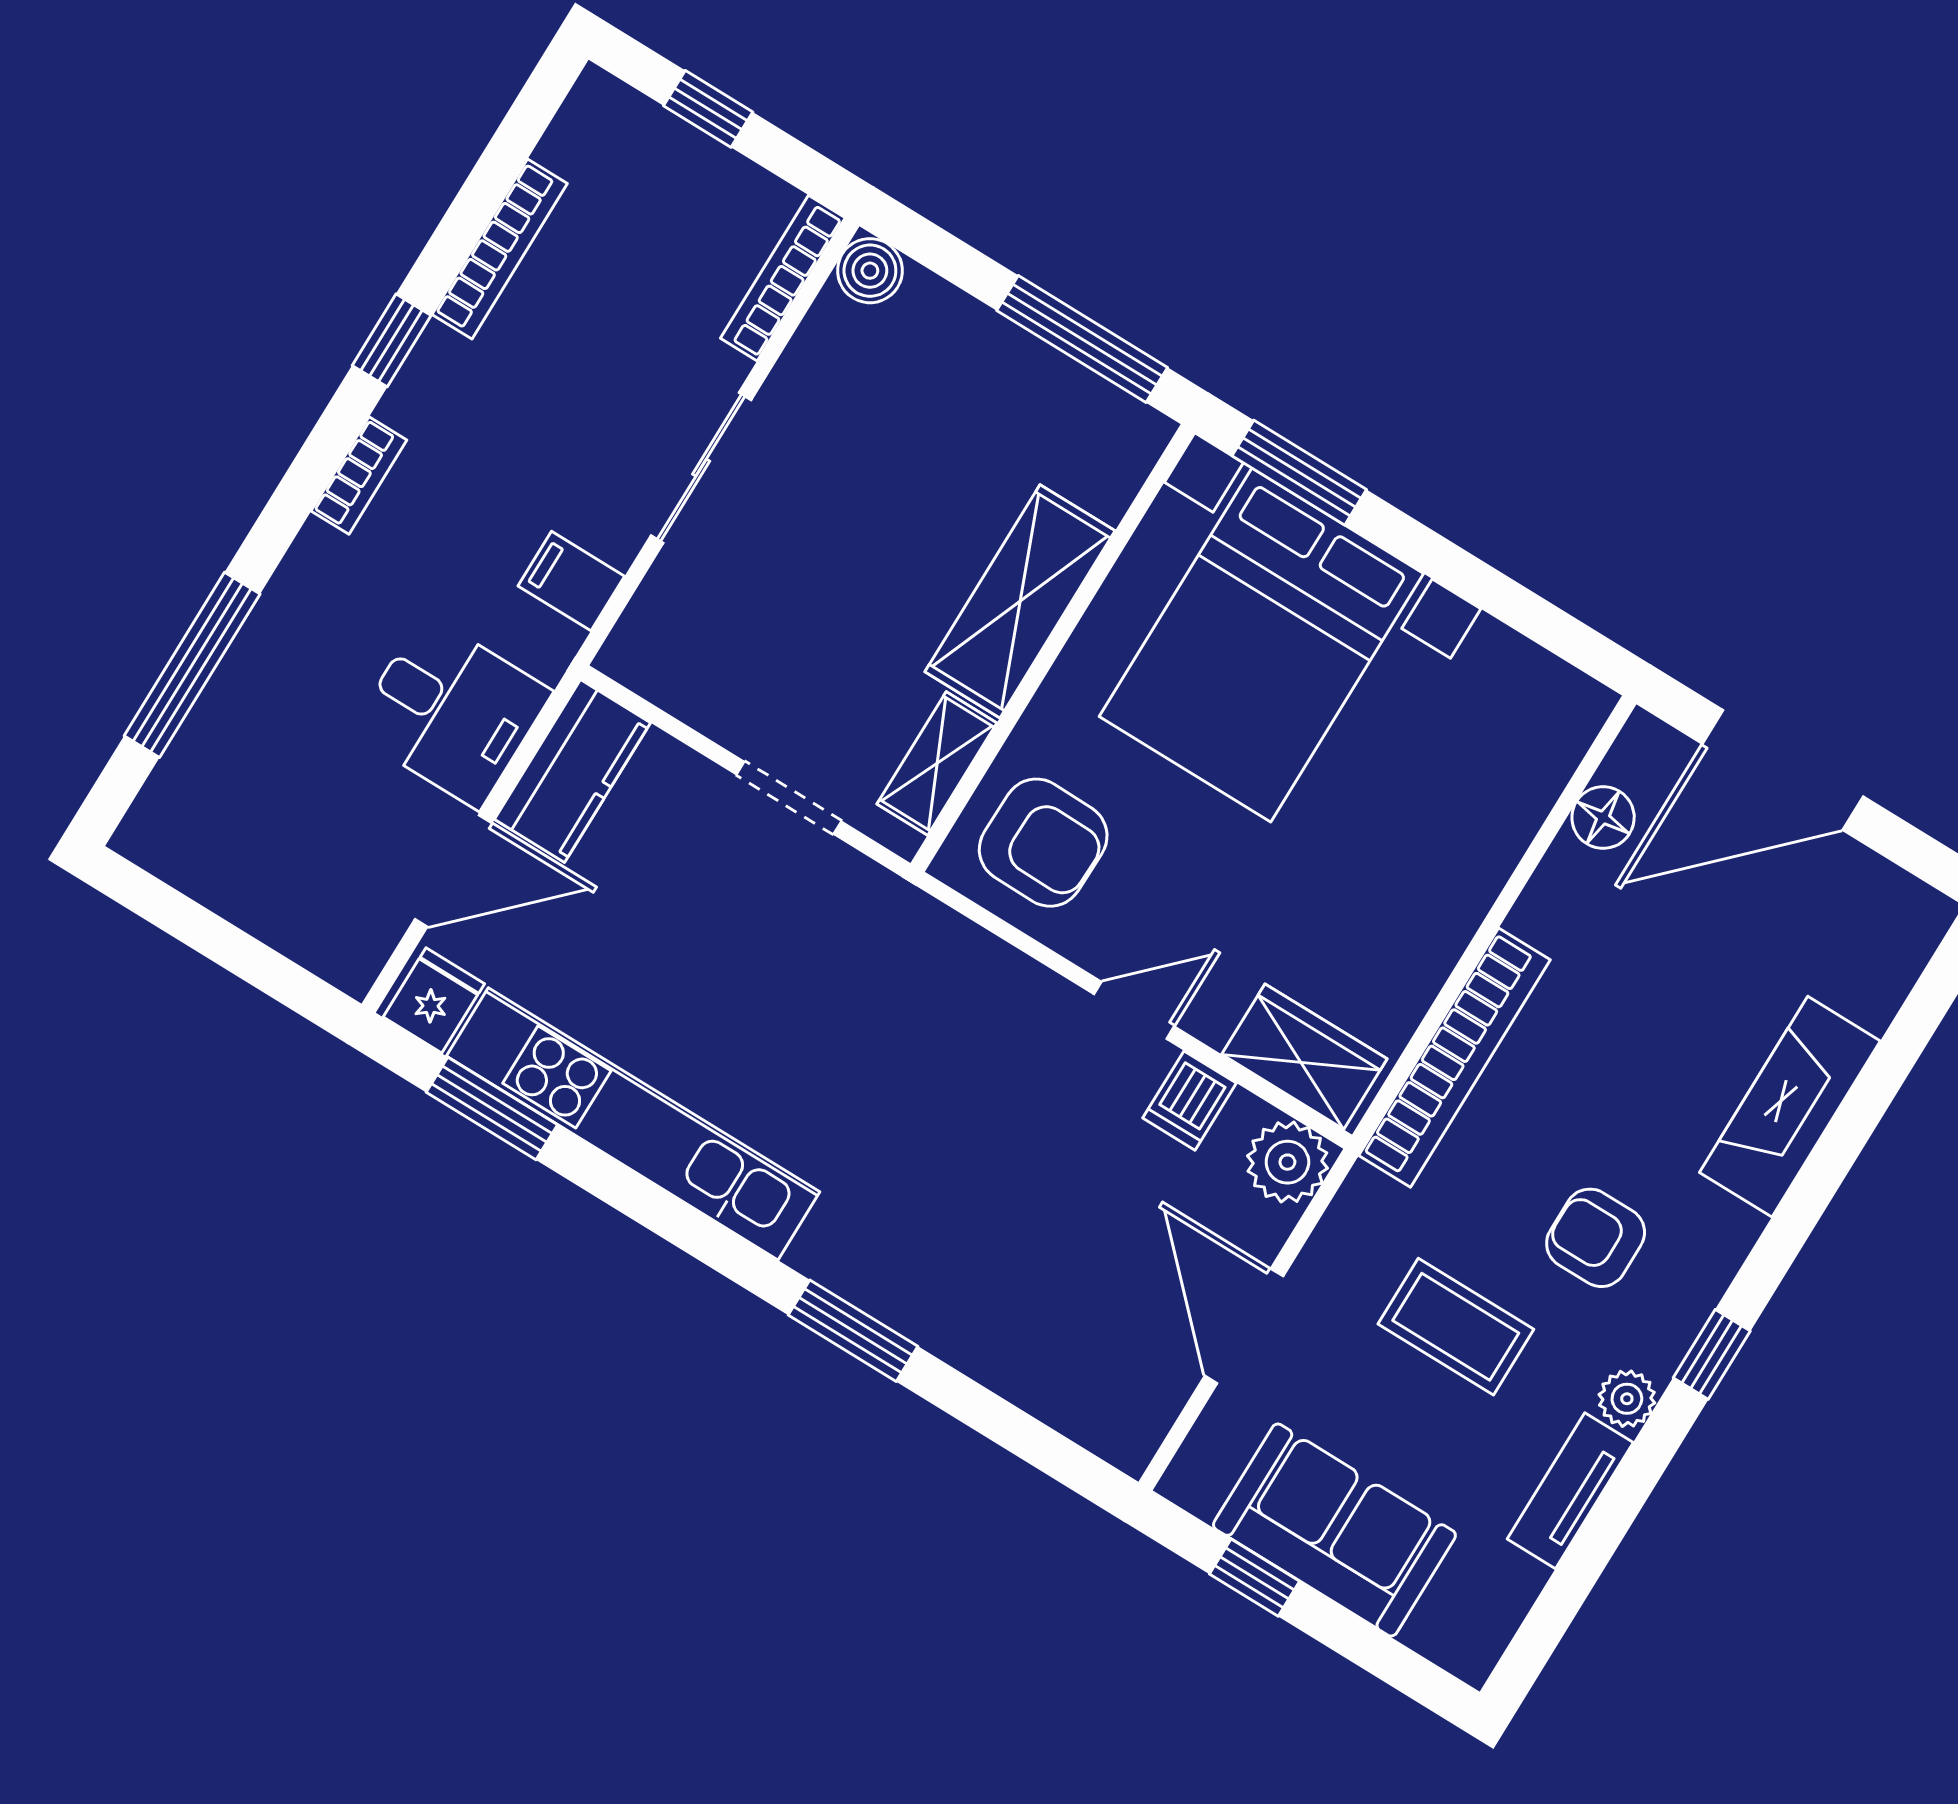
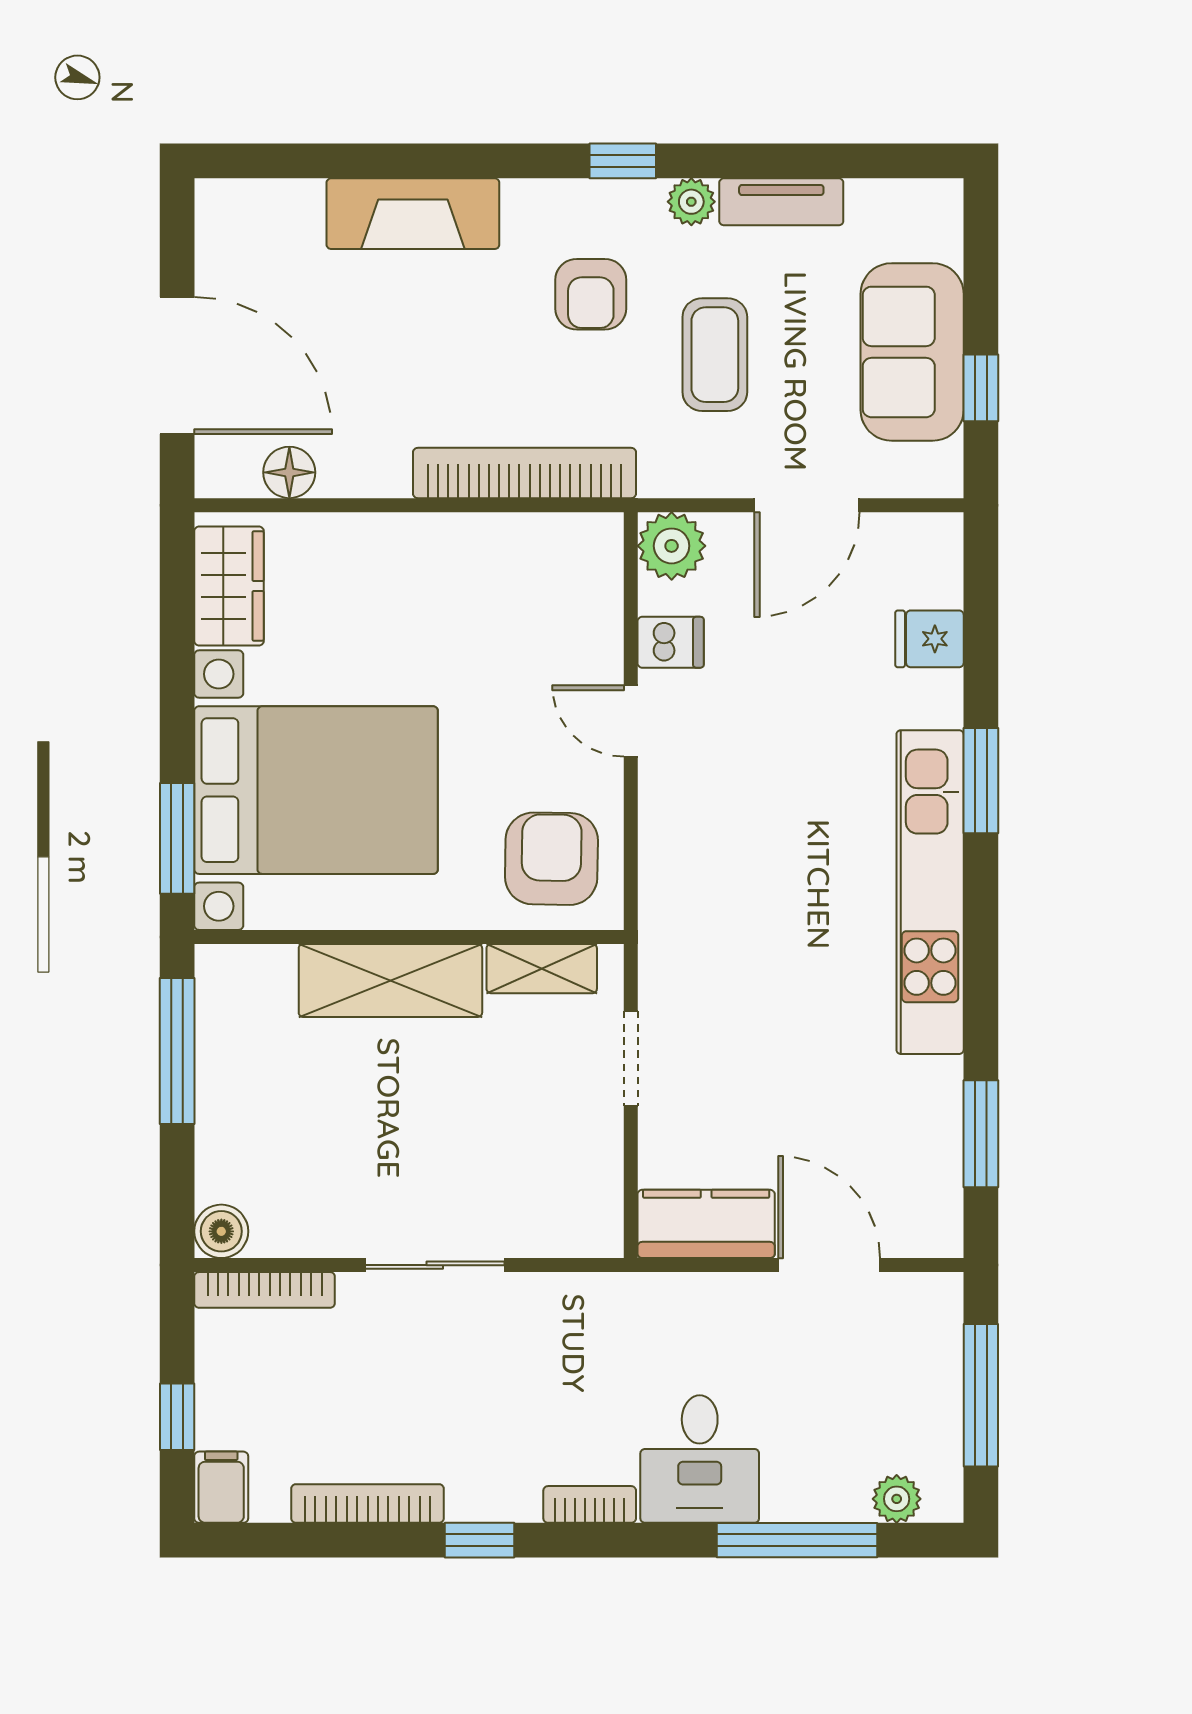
filing cabinet: (571, 581) -> (221, 1487), moved, turned 180
desk: (451, 711) -> (700, 1459), moved, turned 180
plant: (172, 793) -> (897, 1499), added
window: (225, 944) -> (981, 1395), added
fridge: (434, 1000) -> (929, 639), moved
wardrobe: (1304, 1057) -> (229, 586), moved, turned 180
kitchen unit: (633, 1124) -> (930, 892), moved

